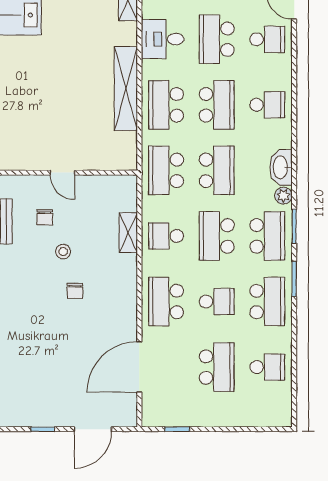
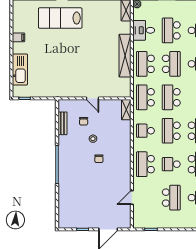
school desk: (217, 170) -> (171, 97), turned 180
shelving: (128, 233) -> (126, 110), moved
school desk: (217, 302) -> (171, 164), turned 180
door: (139, 367) -> (132, 198), width x0.53

